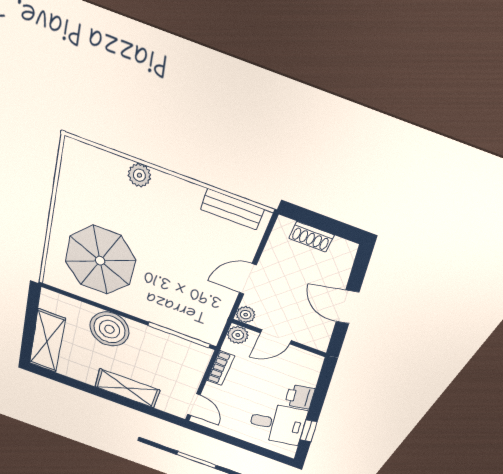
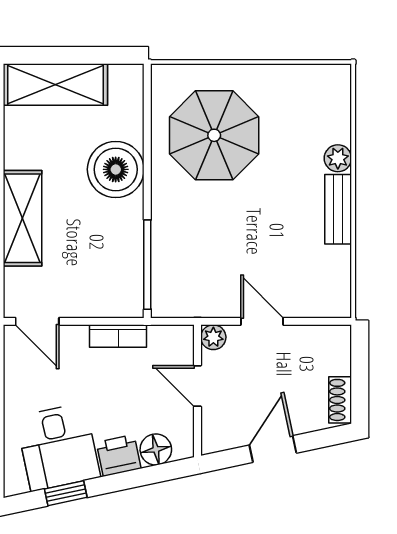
bench: (232, 209) -> (338, 209), moved
shoe rack: (311, 237) -> (340, 400), moved
plant: (238, 335) -> (180, 339), removed
floor lamp: (307, 376) -> (156, 449), added
door: (194, 405) -> (37, 321), hinge flipped

